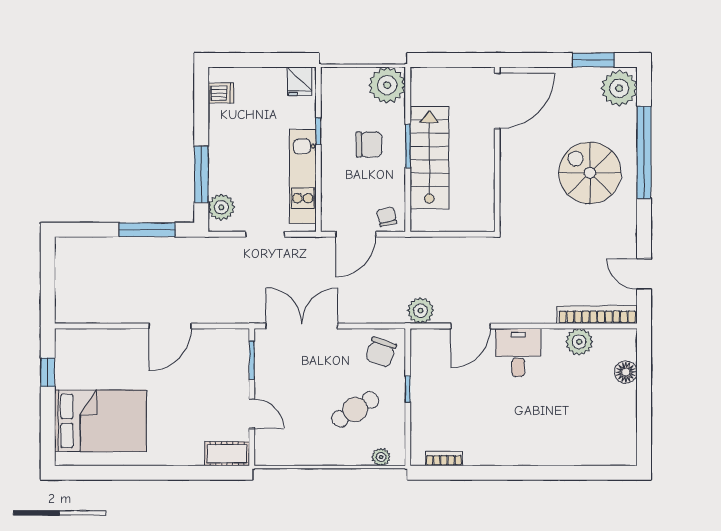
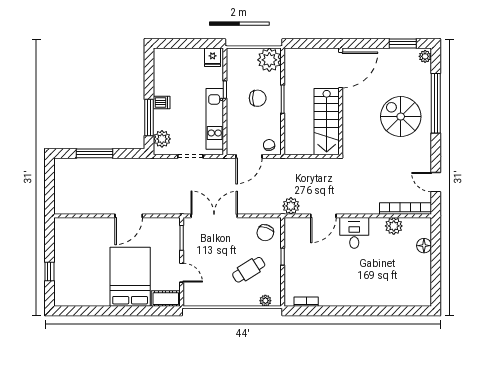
plant: (619, 88) -> (425, 56), width x0.53, depth x0.53
dishwasher: (221, 93) -> (162, 102), moved
stairs: (429, 158) -> (327, 122), moved, turned 180
window: (147, 230) -> (94, 153), moved
window: (48, 372) -> (49, 272), moved
bed: (100, 421) -> (130, 277), moved, turned -90

